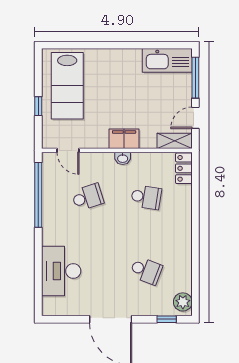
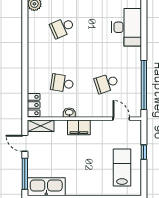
lab bench: (67, 86) -> (122, 167), width x0.73, depth x0.72
door: (195, 118) -> (25, 143), swing flipped
washbasin: (123, 158) -> (69, 113), moved
school desk: (146, 271) -> (62, 27), turned -45

